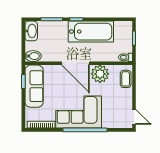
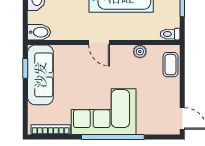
door: (75, 63) -> (99, 42), width x0.53
plant: (100, 74) -> (140, 52), width x0.53, depth x0.53

